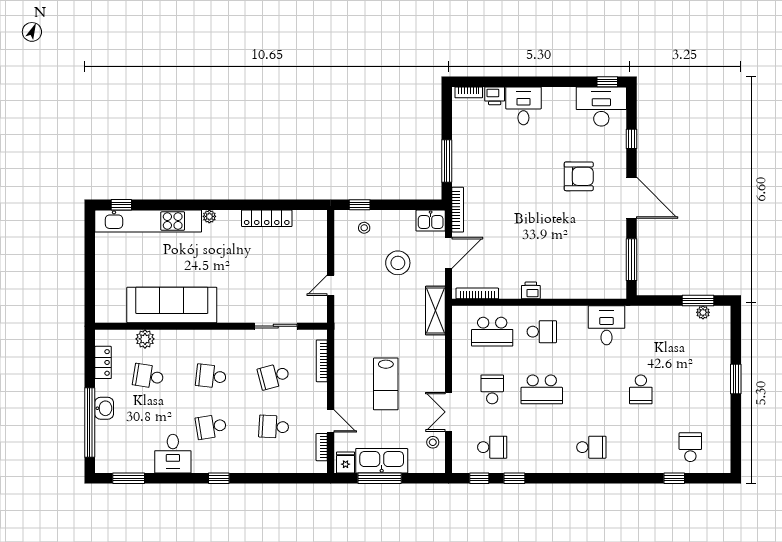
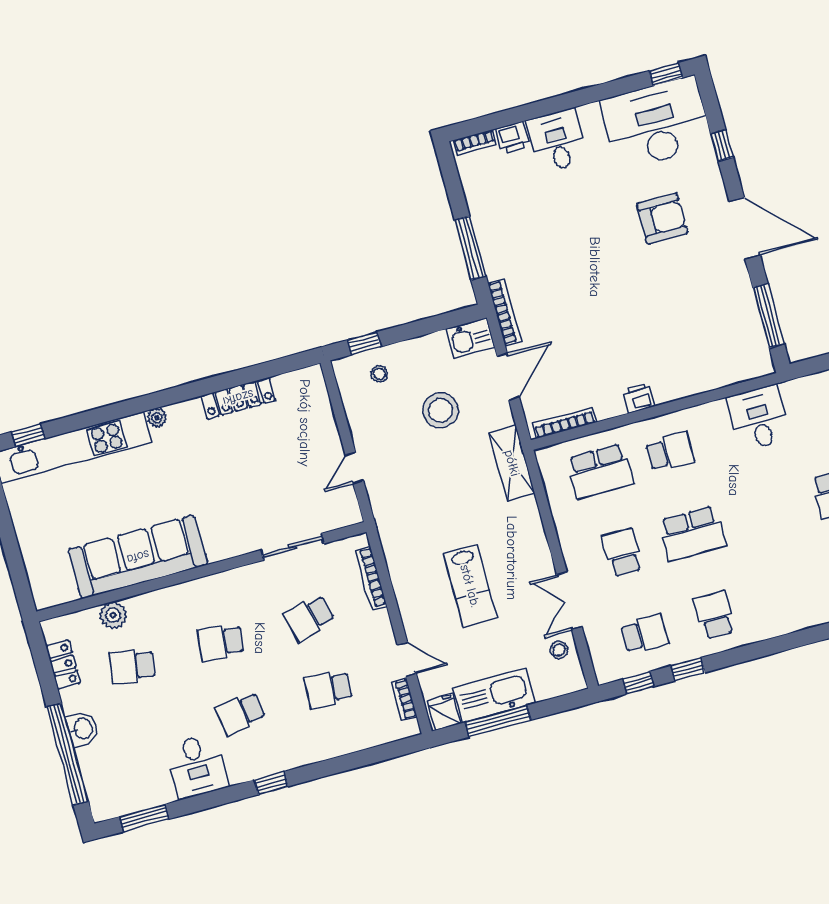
desk: (601, 107) -> (656, 123), width x1.36, depth x1.30
school desk: (591, 447) -> (714, 615), moved, turned -90

